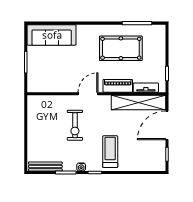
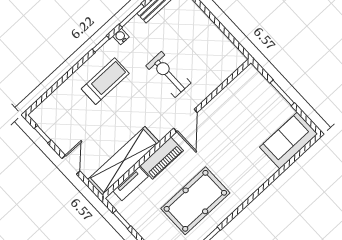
sofa: (52, 35) -> (289, 141), width x0.73
door: (167, 125) -> (71, 165), width x0.53
treadmill: (110, 152) -> (105, 81), turned -90

